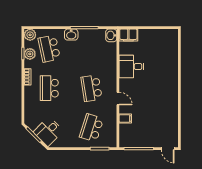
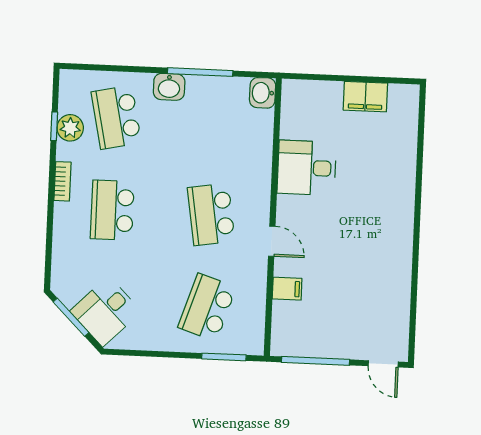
plant: (30, 35) -> (73, 83), removed
filing cabinet: (128, 35) -> (365, 97), moved

